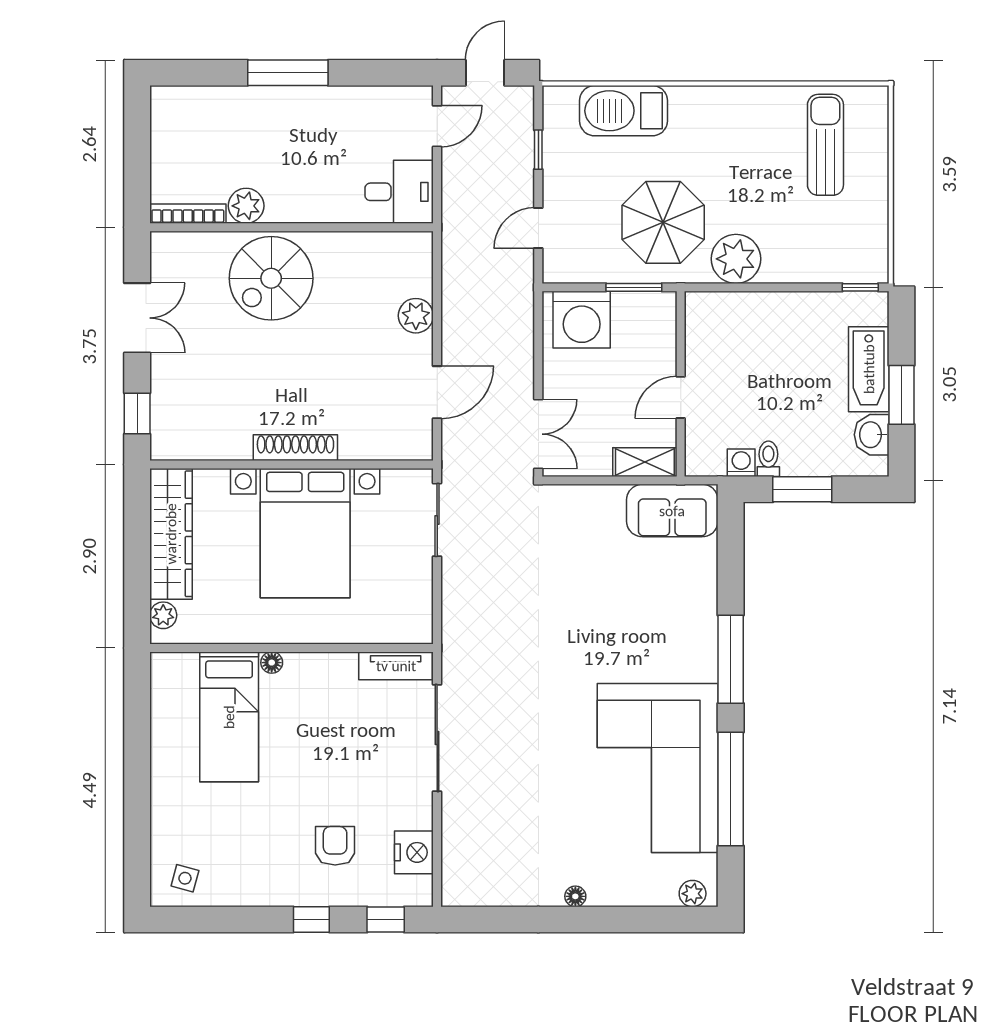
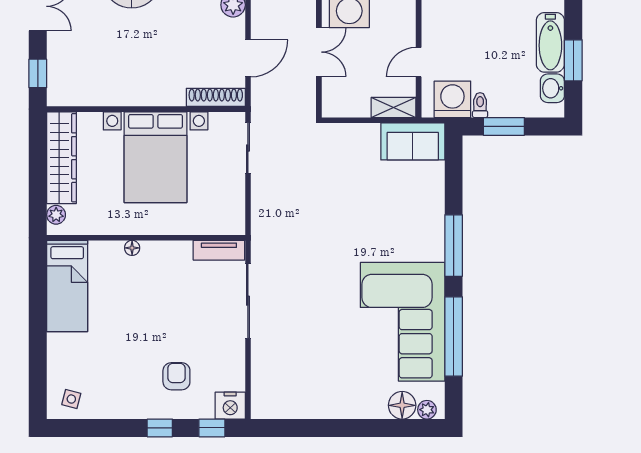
double door: (538, 434) -> (319, 52), moved
shoe rack: (295, 448) -> (216, 97), moved
washing machine: (741, 463) -> (452, 99), width x1.89, depth x1.89
bed: (229, 717) -> (67, 286), moved
nightstand: (414, 852) -> (230, 406), moved, turned 90
floor lamp: (575, 896) -> (402, 405), moved, width x1.89, depth x1.89

